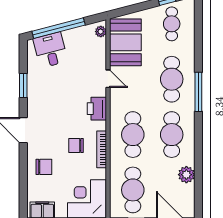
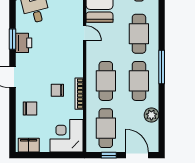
window: (198, 92) -> (162, 67), moved
printer: (97, 109) -> (24, 43), moved, turned 180

